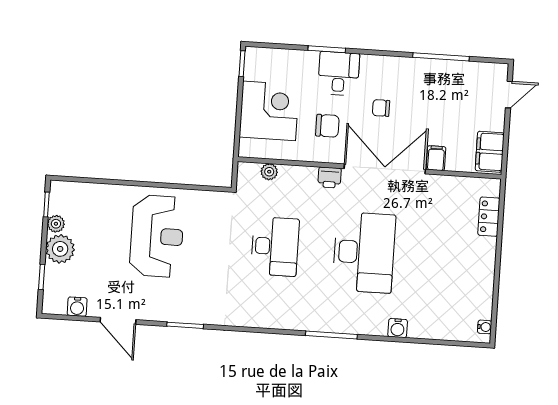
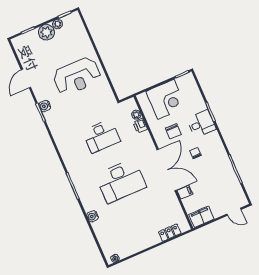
printer: (330, 177) -> (140, 126), moved
water cooler: (77, 307) -> (45, 106), moved

